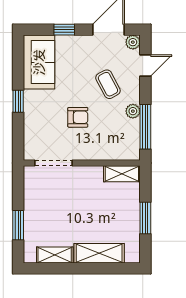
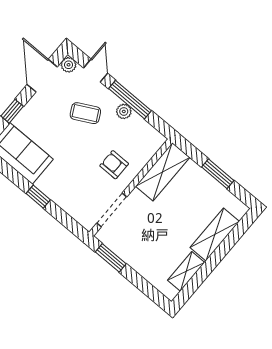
armchair: (78, 117) -> (114, 165), moved, turned -90
window: (145, 127) -> (130, 100), moved
shelving: (122, 174) -> (163, 172), width x1.50, depth x1.33
window: (18, 225) -> (111, 258), moved

